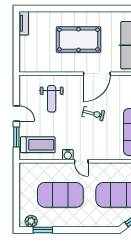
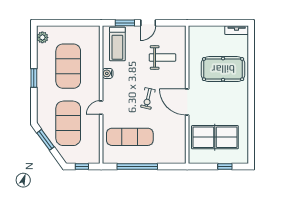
pool table: (78, 40) -> (223, 69), moved, turned 90
weight bench: (52, 99) -> (162, 58), turned 180
door: (81, 161) -> (101, 108), moved
window: (43, 230) -> (34, 78), moved

